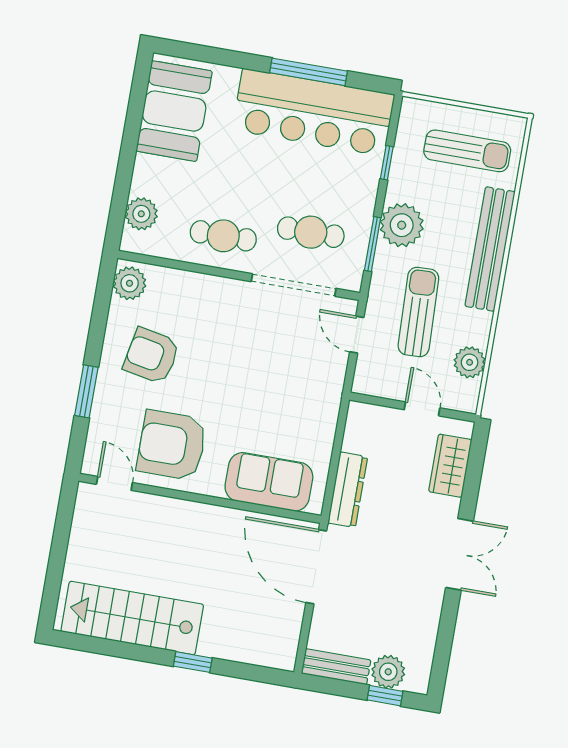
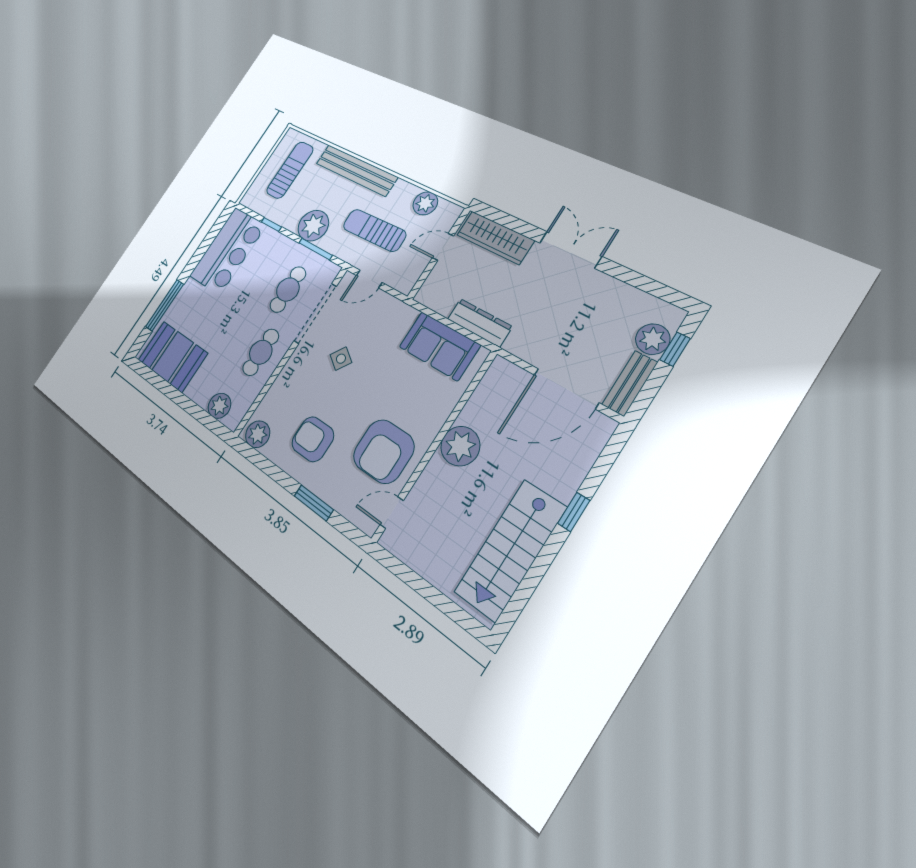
window: (308, 72) -> (165, 305), moved
bar counter: (313, 112) -> (228, 251), width x0.73
side table: (252, 345) -> (341, 359), added
armchair: (152, 356) -> (313, 439), turned 79
wardrobe: (450, 466) -> (495, 238), width x1.50
sofa: (269, 482) -> (439, 346), moved, turned -90
plant: (210, 526) -> (460, 446), added
door: (316, 567) -> (566, 389), moved

